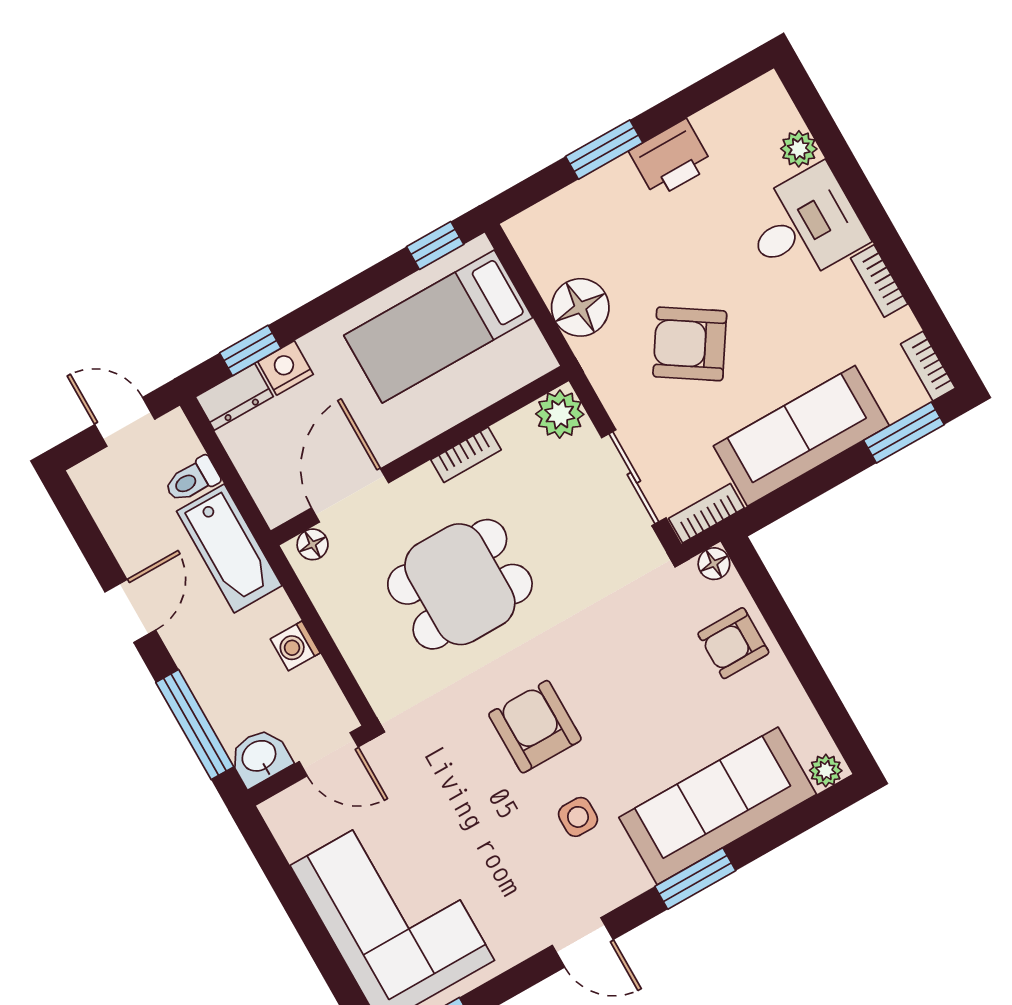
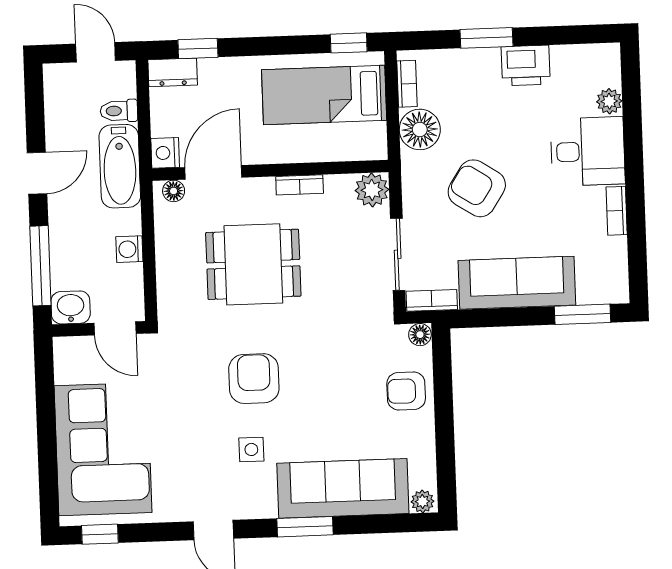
bookcase: (928, 366) -> (407, 84), moved, turned 180
nightstand: (286, 368) -> (165, 153), moved, turned -90

